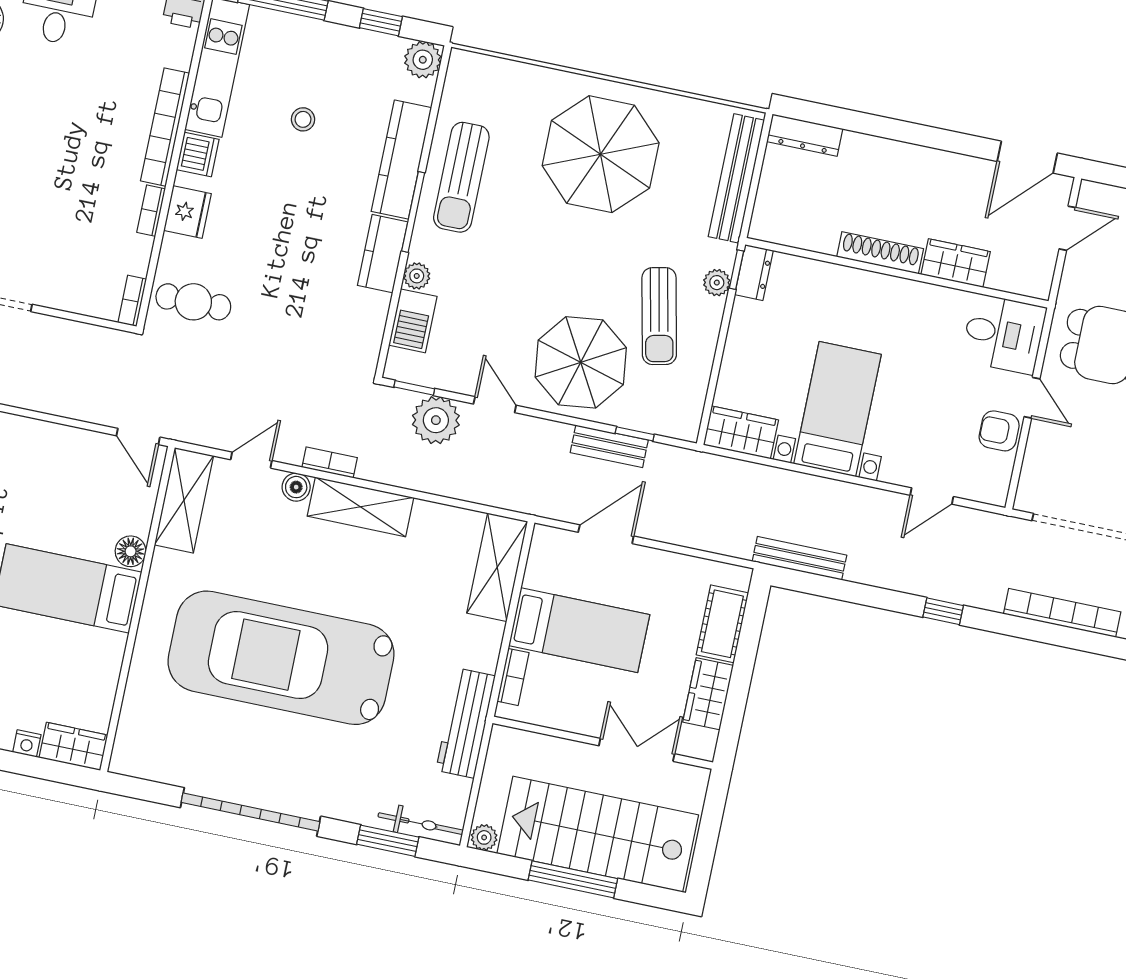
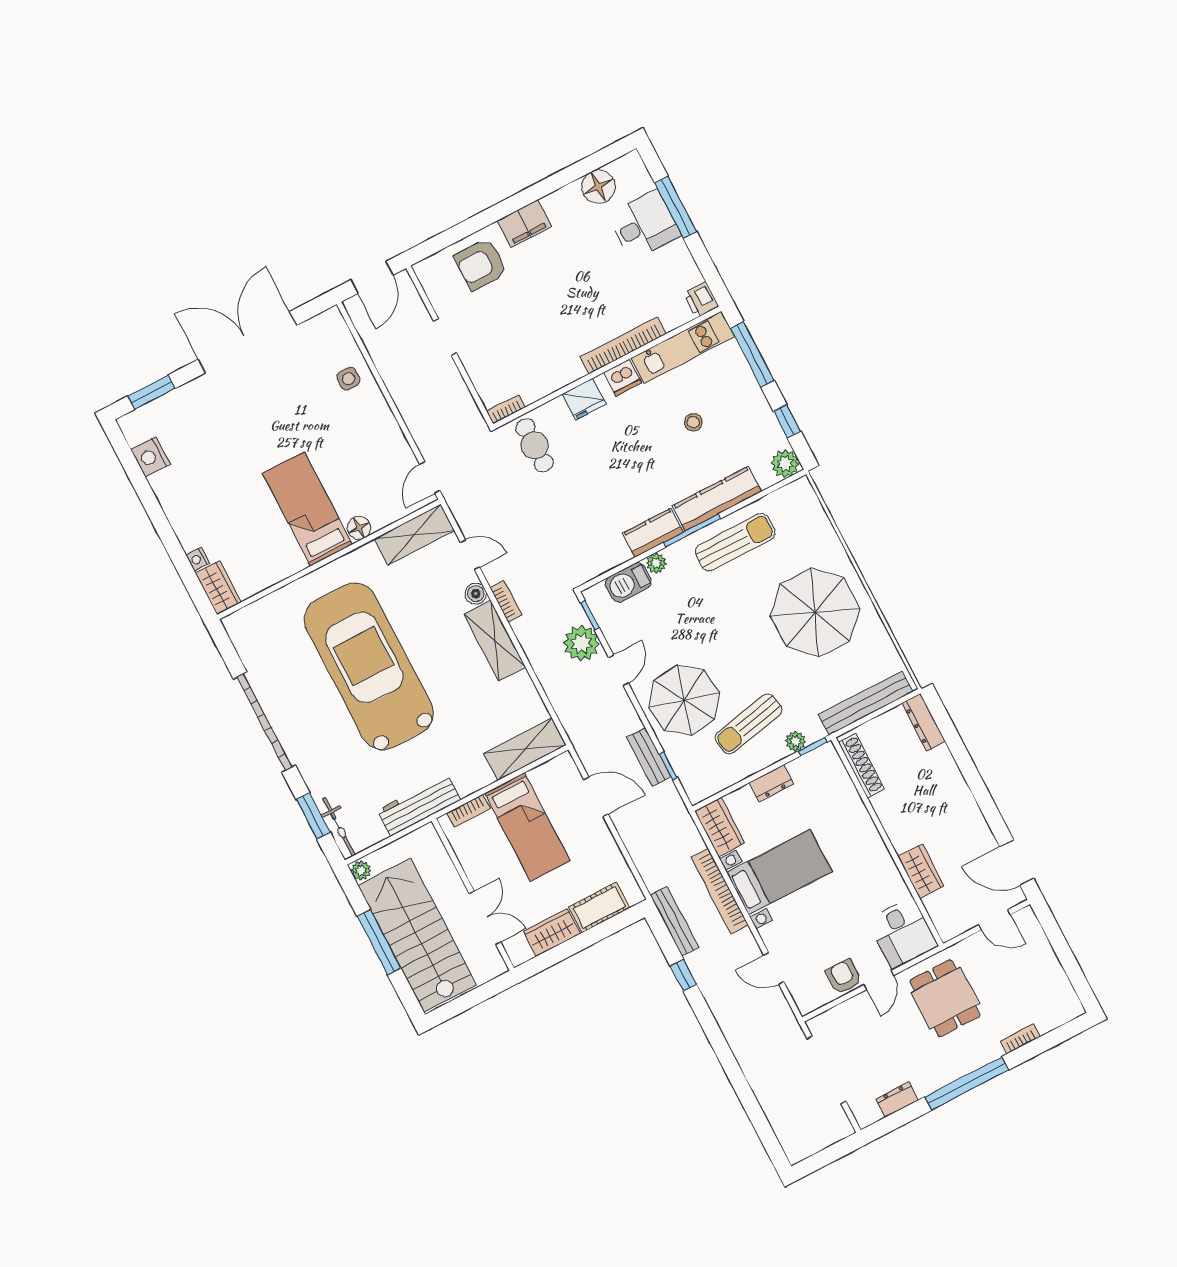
sun lounger: (461, 177) -> (735, 542), turned 180
bookcase: (151, 211) -> (568, 377), removed
shoe rack: (880, 253) -> (861, 766), moved
dresser: (754, 273) -> (772, 783), moved
window: (943, 611) -> (683, 975), moved
bookcase: (1062, 613) -> (720, 891), moved, turned 180

